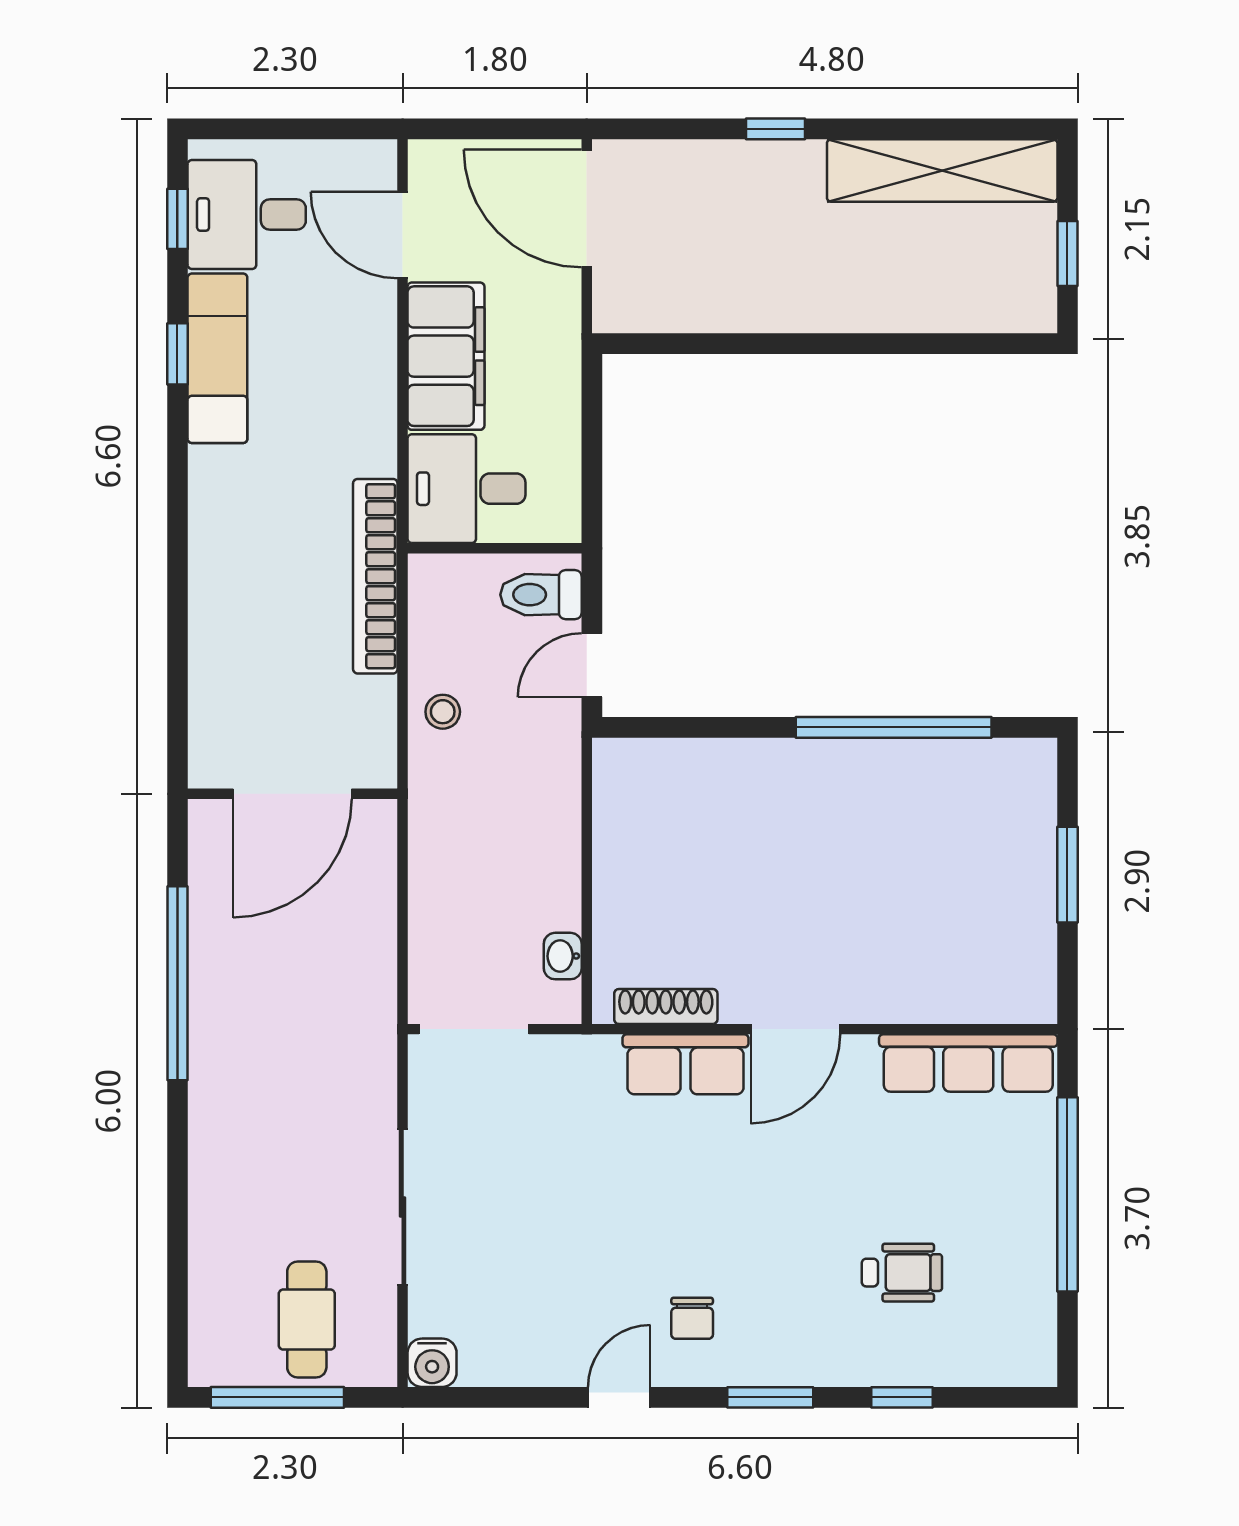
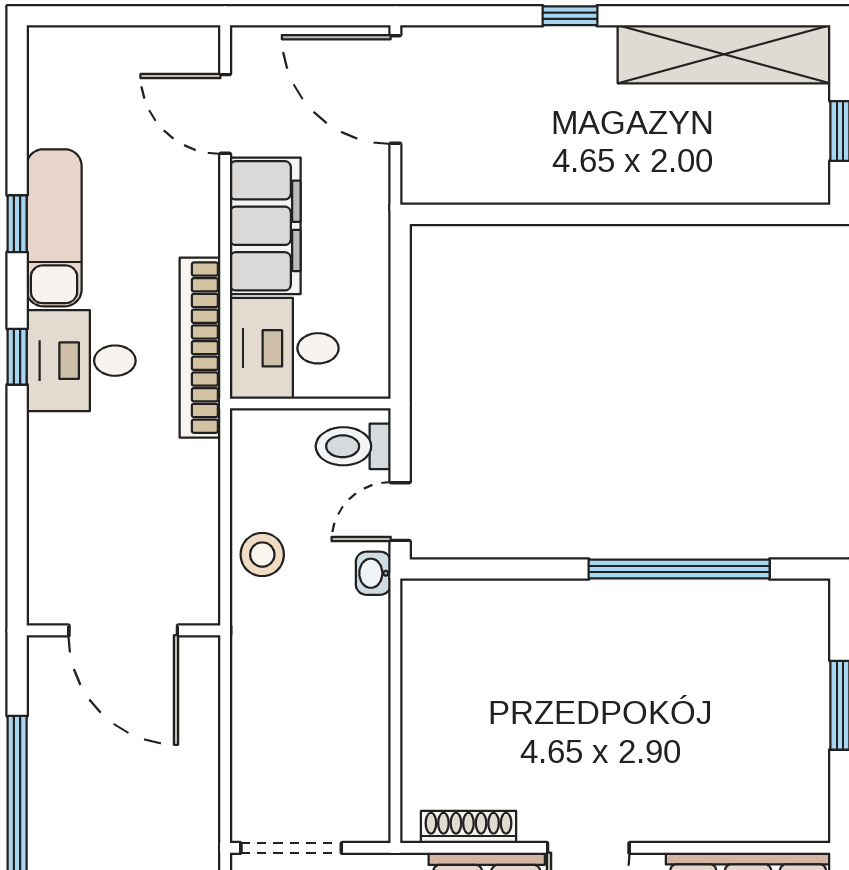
desk: (247, 215) -> (81, 361), moved
window: (177, 219) -> (17, 357), moved
bookcase: (375, 576) -> (200, 348), moved
stool: (443, 712) -> (262, 555), width x1.37, depth x1.37
door: (292, 794) -> (123, 630), hinge flipped
washbasin: (563, 956) -> (373, 573), moved

